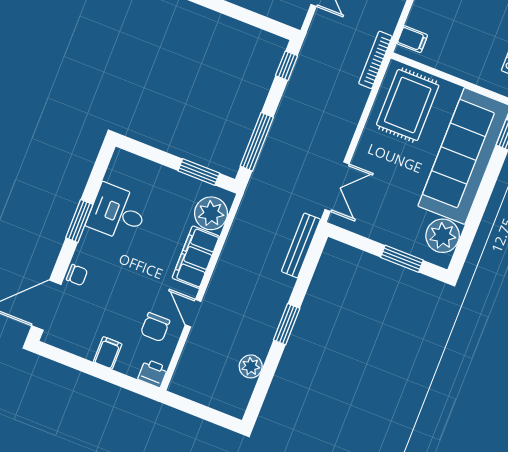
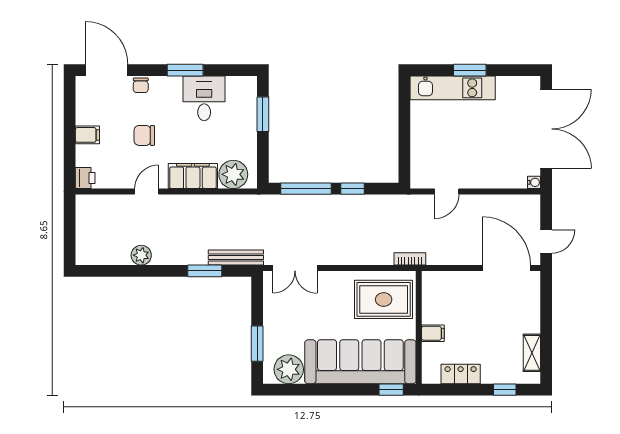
filing cabinet: (412, 39) -> (433, 333), moved, turned -90
bookcase: (375, 60) -> (410, 259), width x0.64
window: (287, 66) -> (353, 189), moved
window: (199, 172) -> (263, 114), moved
window: (287, 324) -> (205, 271), moved
chair: (155, 327) -> (144, 135), moved
plant: (251, 366) -> (141, 255), moved

